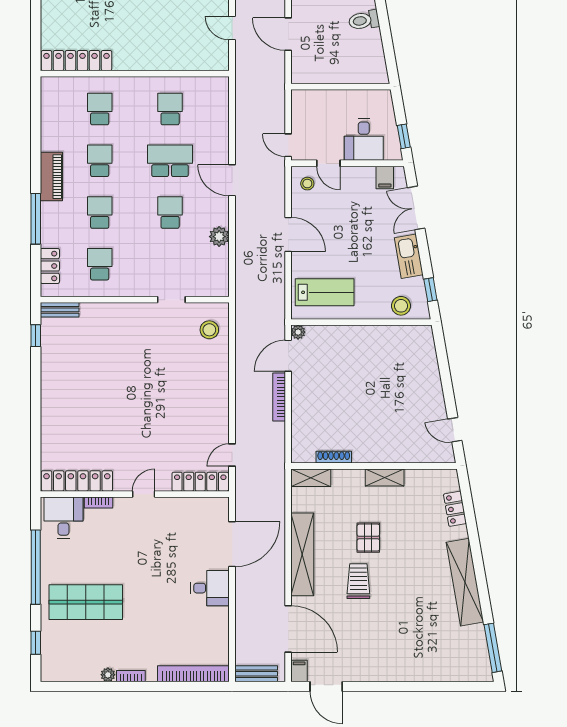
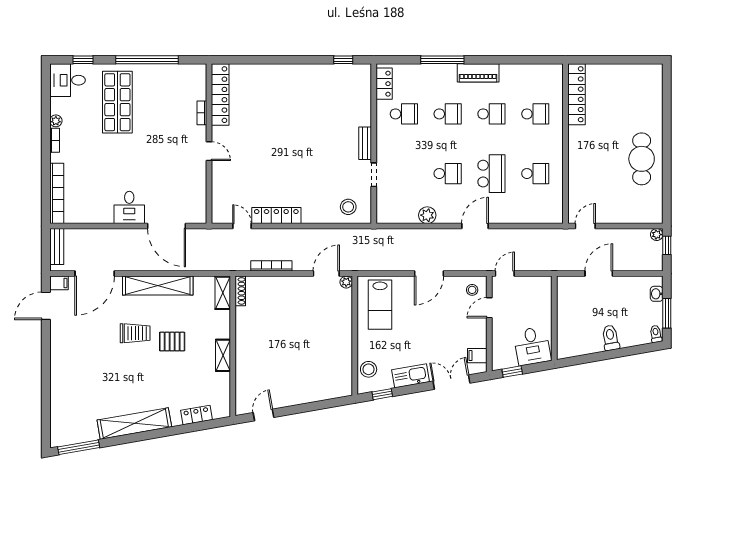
door: (232, 28) -> (585, 226), moved
desk: (364, 139) -> (532, 346), moved, turned -100
locker: (50, 266) -> (384, 84), moved, turned -90
bench: (60, 310) -> (365, 143), moved
door: (288, 356) -> (326, 274), hinge flipped
bookcase: (279, 397) -> (271, 266), moved
shoe rack: (334, 457) -> (240, 291), moved
locker: (200, 482) -> (276, 216), moved, turned -90
desk: (63, 518) -> (68, 80), moved, turned 180

